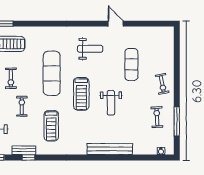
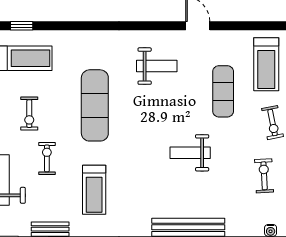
treadmill: (81, 94) -> (266, 64), moved
weight bench: (111, 103) -> (190, 153), turned 90

